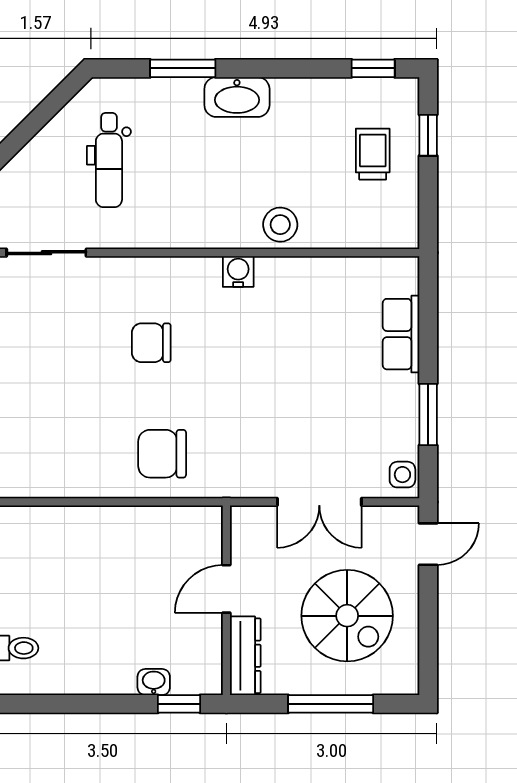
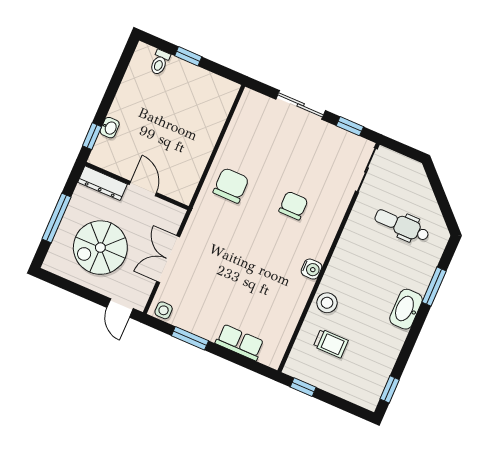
window: (428, 135) -> (303, 387), moved
trolley: (373, 154) -> (331, 343), moved

